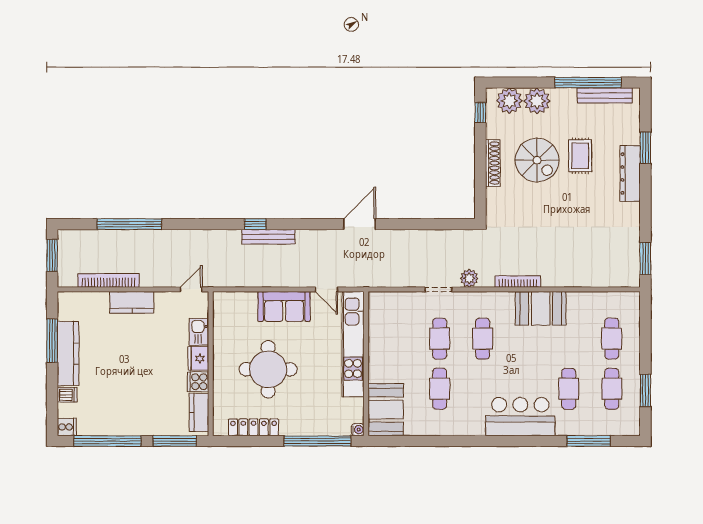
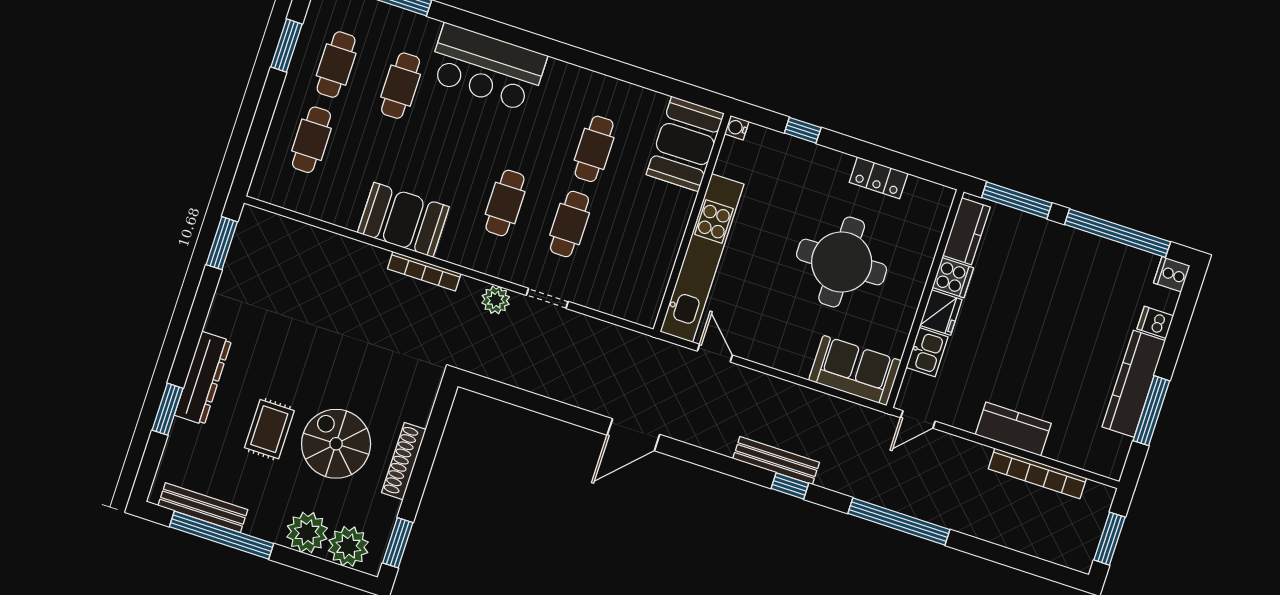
window: (480, 113) -> (398, 543), width x1.50
window: (129, 224) -> (899, 522), moved
sofa: (284, 307) -> (855, 370), moved
locker: (254, 427) -> (879, 178), width x0.66
window: (318, 441) -> (803, 130), width x0.32

